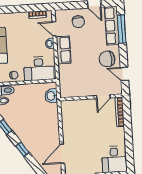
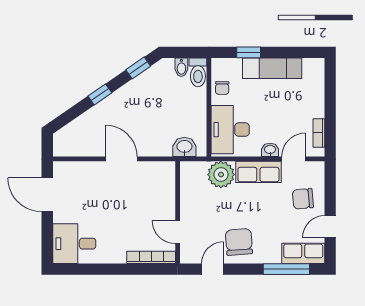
row of seats: (112, 26) -> (303, 253), width x0.68
plant: (67, 72) -> (221, 175), added
door: (62, 154) -> (121, 159), moved

